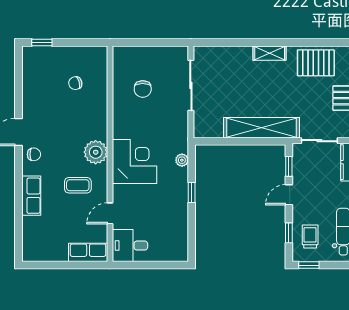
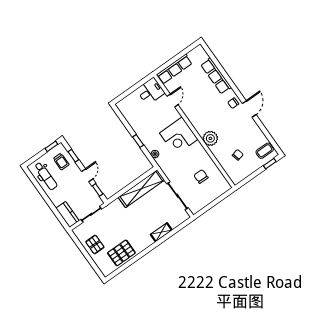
shelving: (270, 53) -> (161, 232), moved
shelving: (261, 128) -> (141, 189), moved
plant: (96, 152) -> (210, 138), moved
coffee table: (78, 185) -> (265, 151), moved
row of seats: (31, 196) -> (216, 76), width x1.48
row of seats: (88, 252) -> (174, 69), width x1.48

